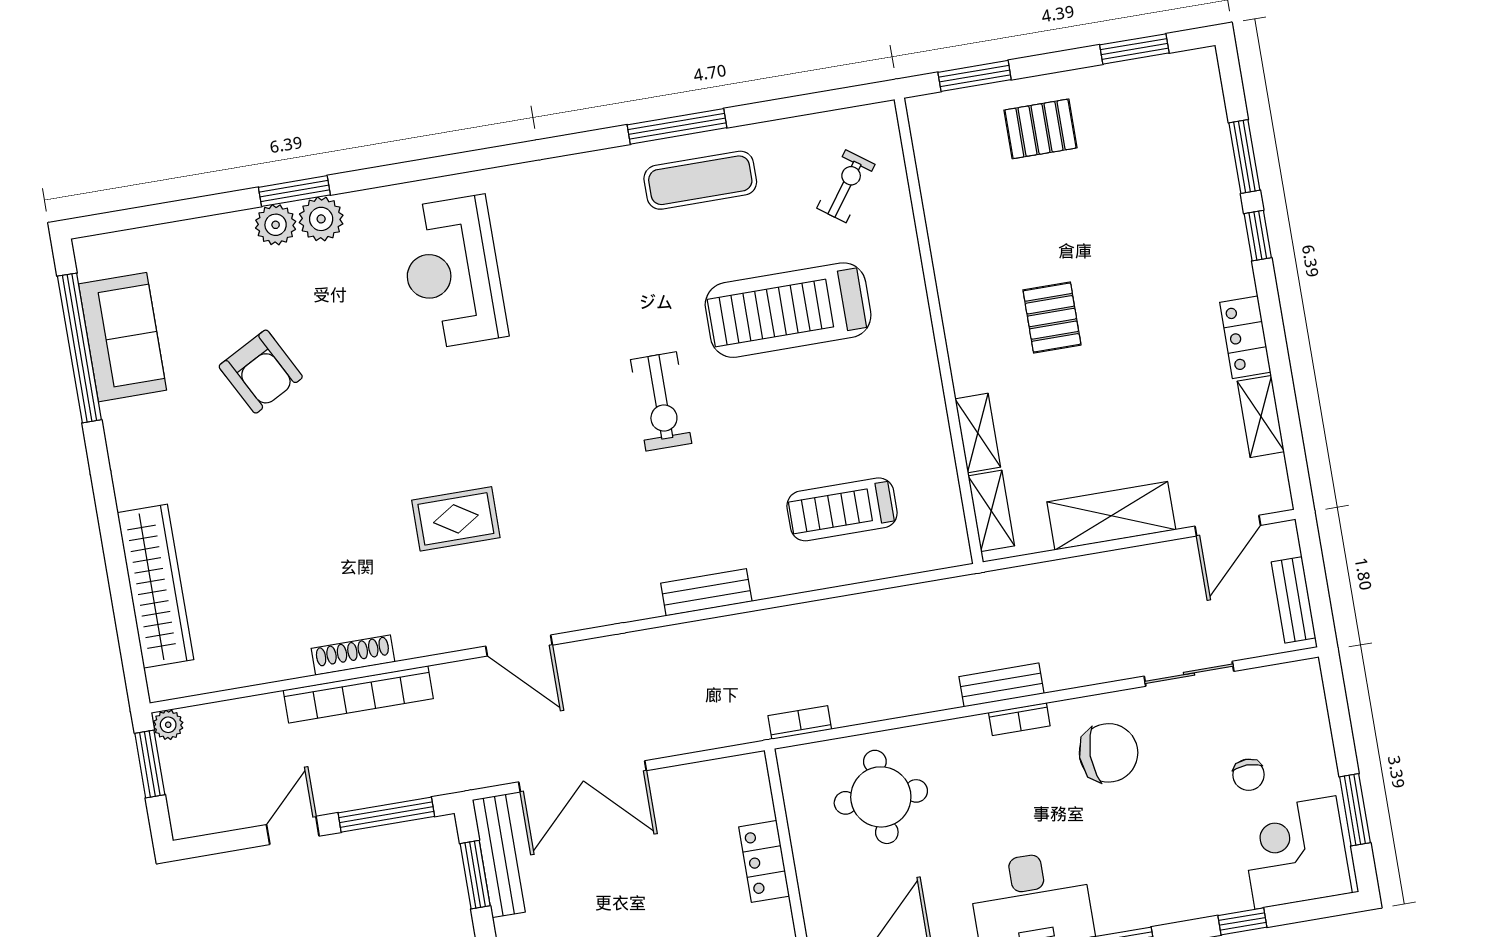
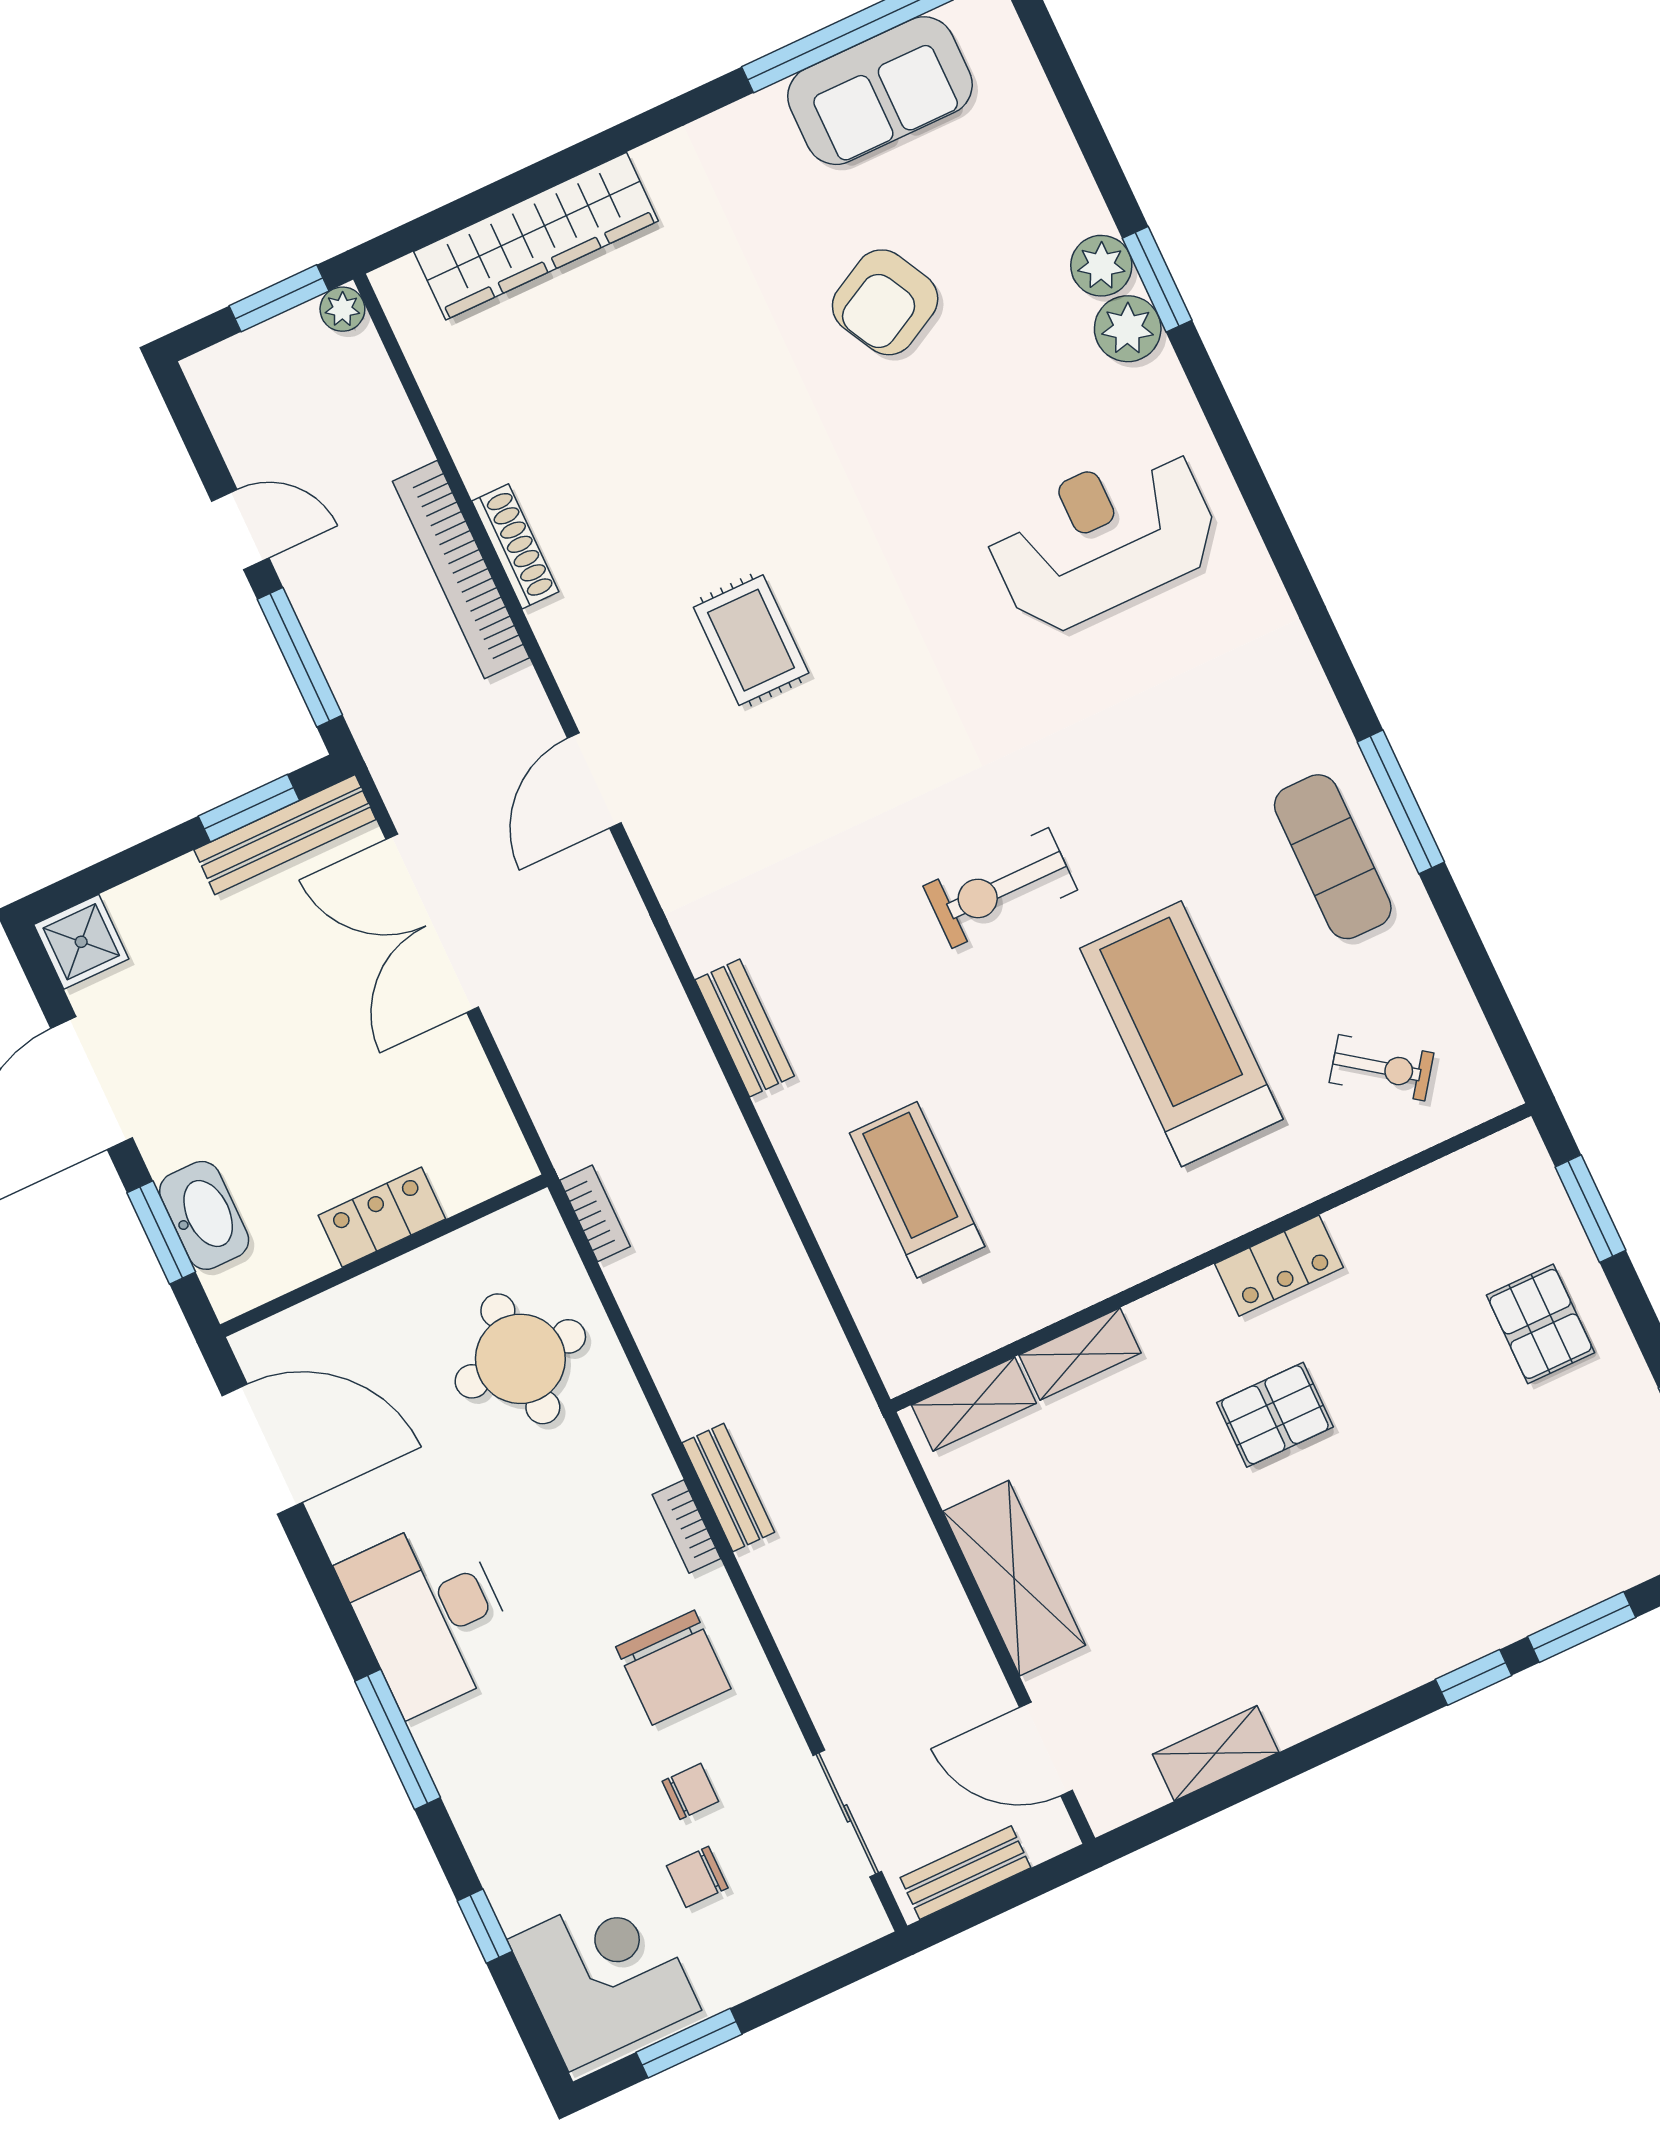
locker: (1245, 337) -> (1279, 1266), moved, turned 180
sliding door: (1189, 674) -> (847, 1813), moved
chair: (1192, 764) -> (690, 1791), added

